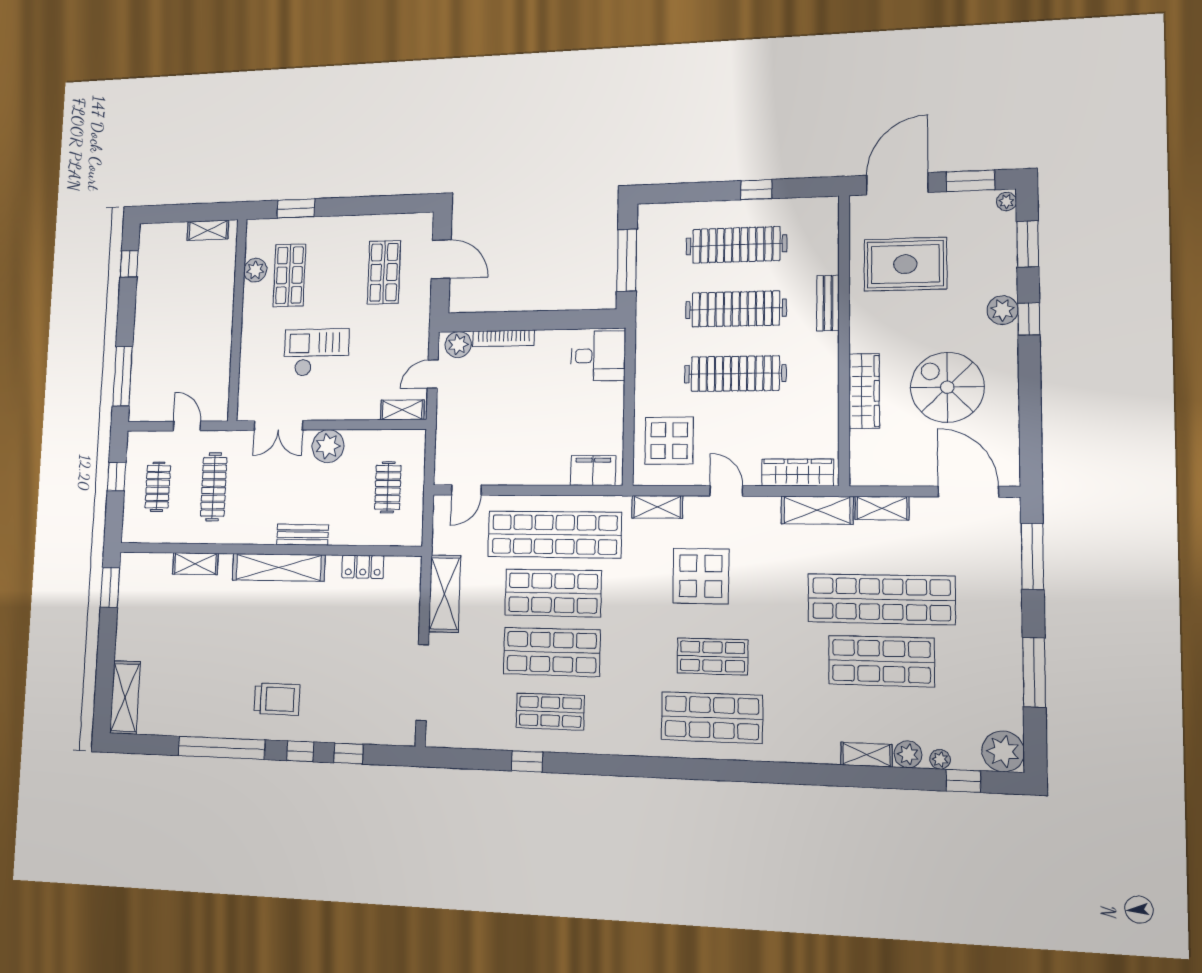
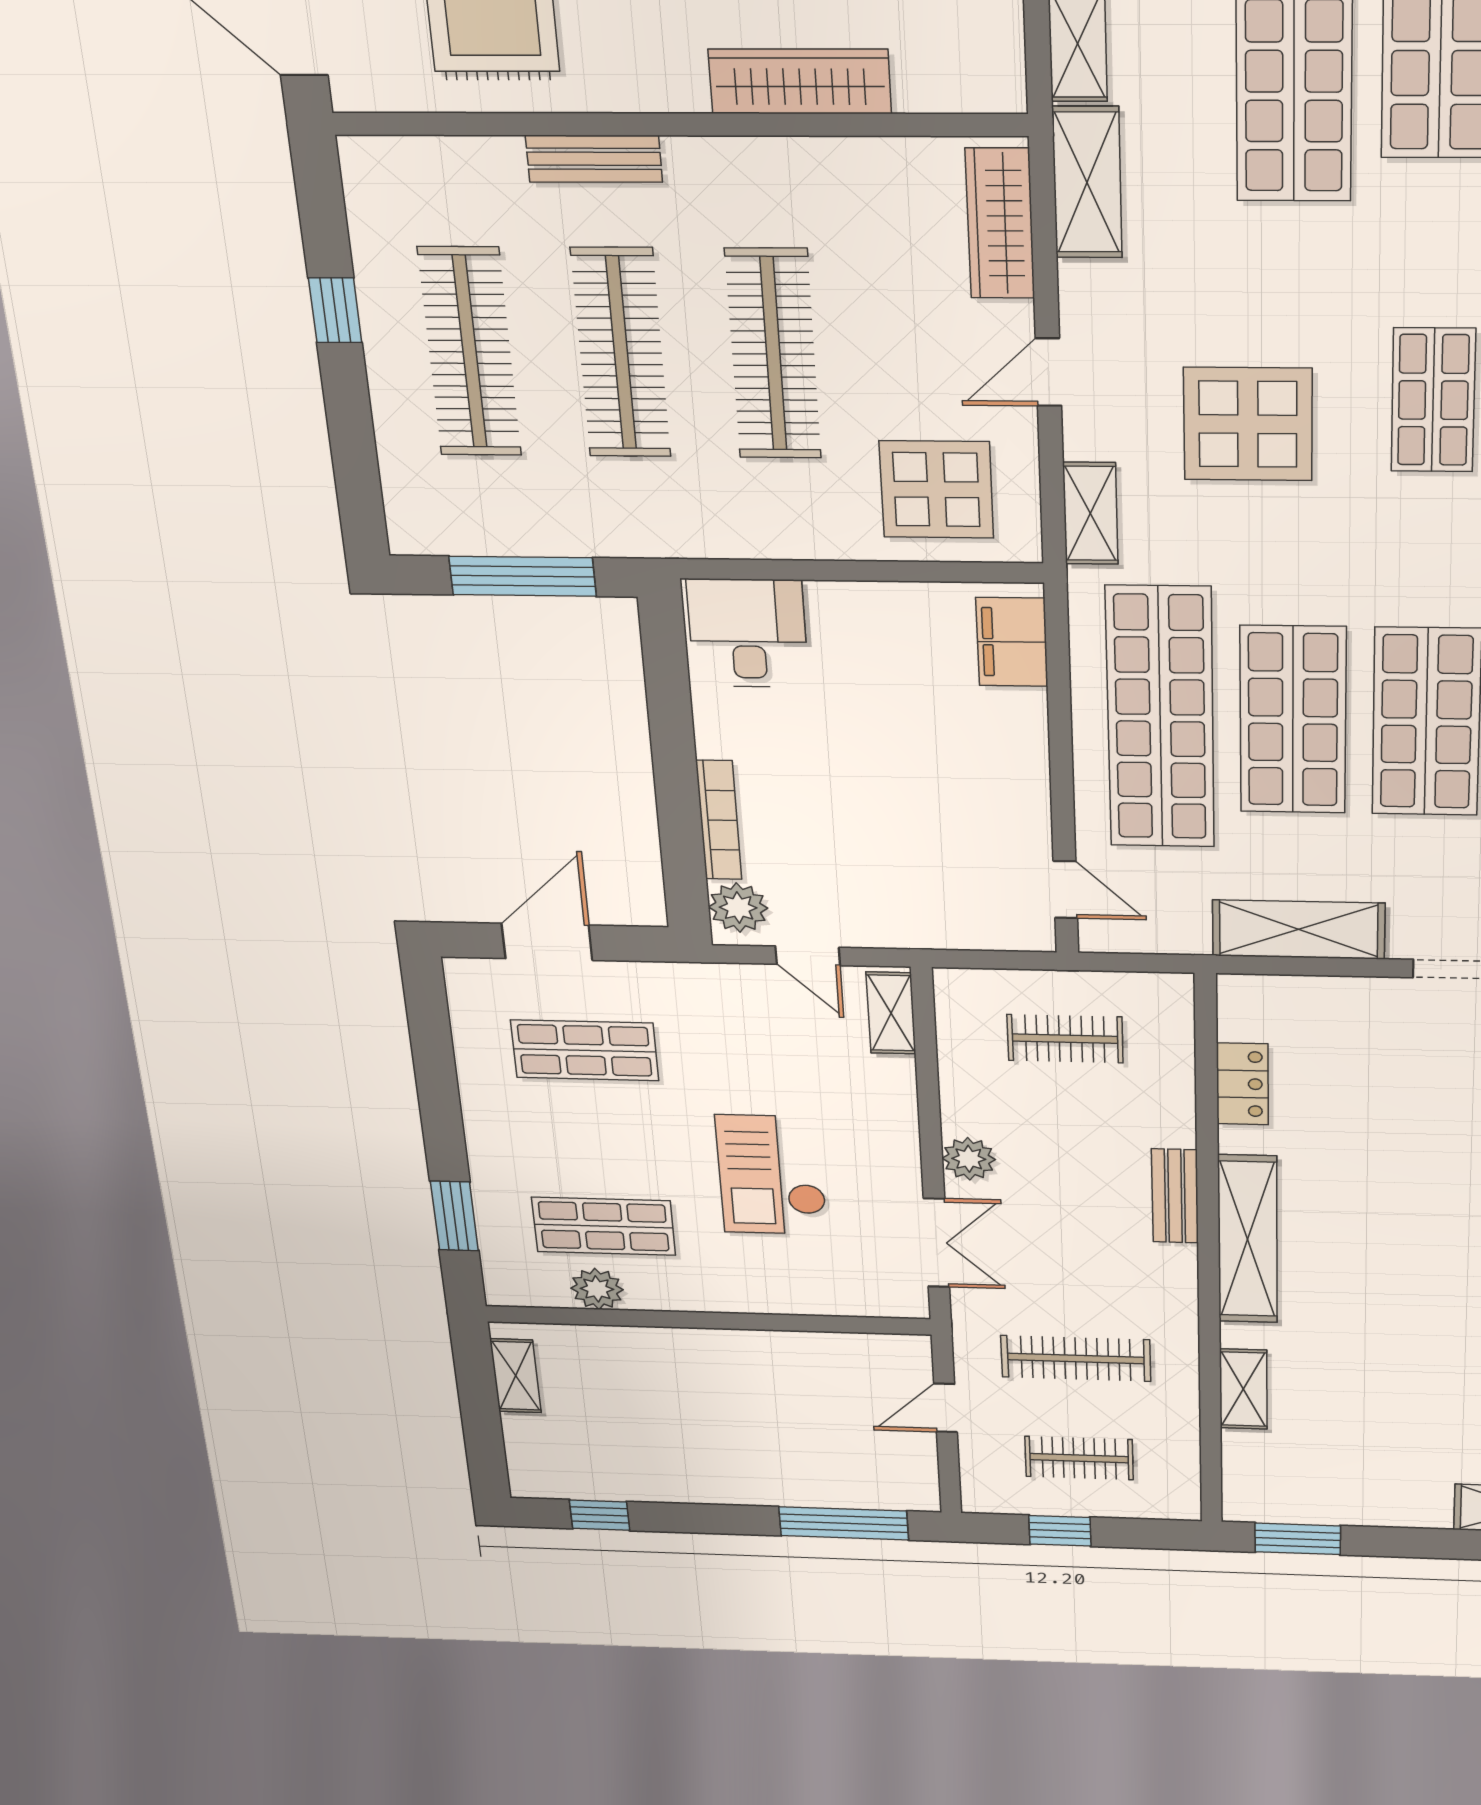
plant: (328, 446) -> (969, 1159), width x0.73, depth x0.73

